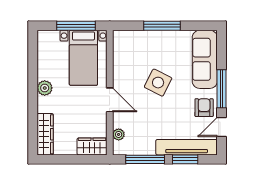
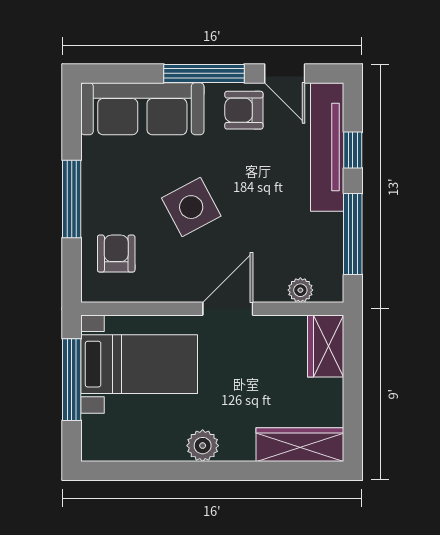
armchair: (136, 47) -> (116, 254), added
side table: (158, 83) -> (191, 207), turned 35
window: (185, 159) -> (353, 150), width x0.67

